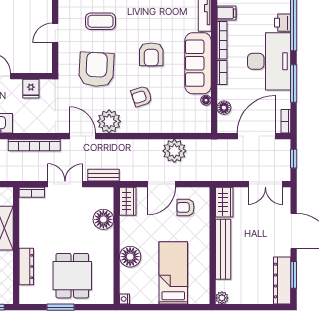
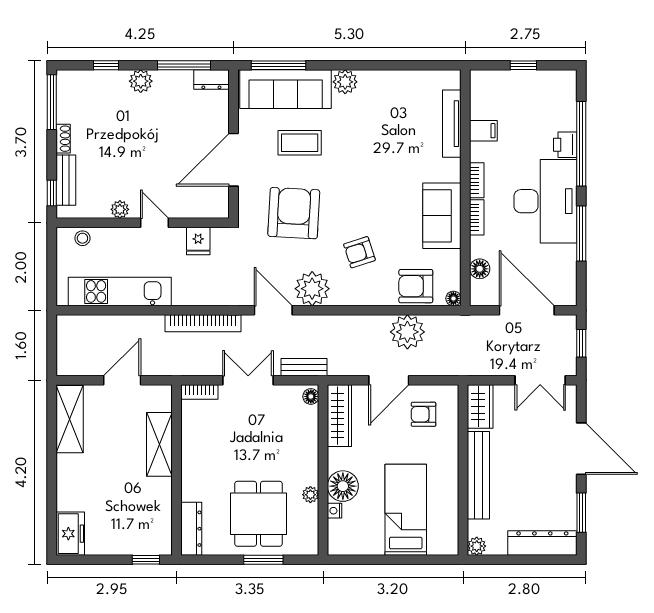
door: (55, 33) -> (233, 160), width x1.88
bookcase: (222, 40) -> (477, 180), width x0.64
armchair: (151, 54) -> (416, 286), moved, turned 90
sofa: (198, 63) -> (442, 216), width x0.73
floor lamp: (206, 100) -> (453, 298), moved
bookcase: (286, 121) -> (570, 289), removed
door: (256, 136) -> (527, 310), hinge flipped
wardrobe: (128, 201) -> (339, 416), width x1.50
floor lamp: (103, 219) -> (311, 396), moved, width x0.53, depth x0.53
plant: (108, 263) -> (310, 495), added
dresser: (26, 266) -> (191, 529), moved
dresser: (282, 281) -> (542, 543), moved, turned 90
nightstand: (124, 299) -> (335, 511), moved
window: (60, 307) -> (263, 560), moved

